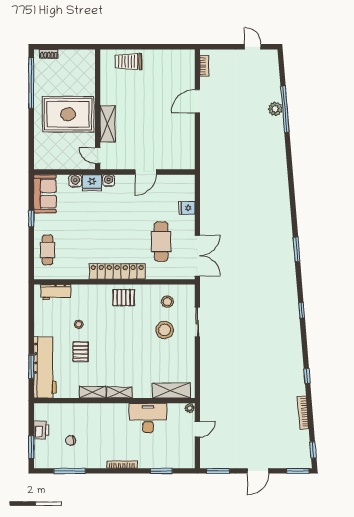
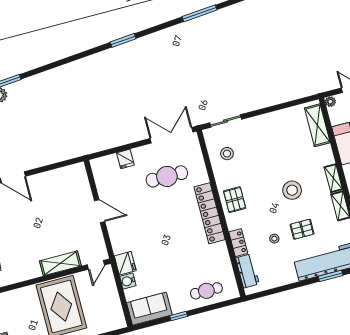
water cooler: (109, 181) -> (118, 247), removed
window: (297, 249) -> (123, 40), moved
locker: (84, 291) -> (238, 243), added
window: (302, 310) -> (199, 13), width x2.17
sliding door: (197, 322) -> (226, 121), moved
stool: (165, 330) -> (292, 190), moved

